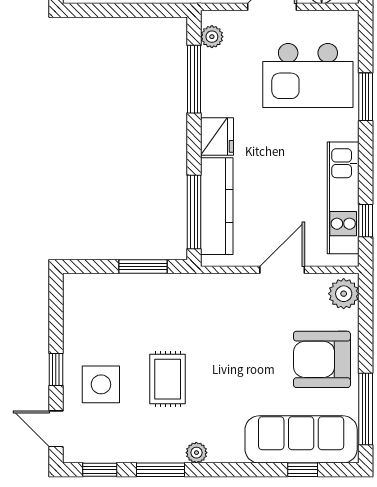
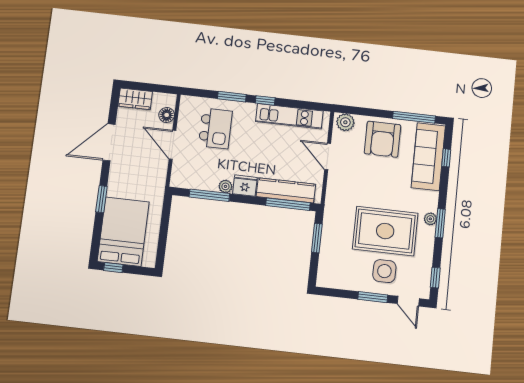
plant: (212, 37) -> (225, 186), moved
kitchen island: (308, 75) -> (215, 128), width x0.73, depth x0.78
window: (366, 221) -> (265, 100), moved
window: (56, 369) -> (373, 297), width x1.50
rug: (168, 379) -> (385, 231), width x1.86, depth x2.06
door: (56, 429) -> (408, 301), hinge flipped
window: (160, 470) -> (440, 223), moved

